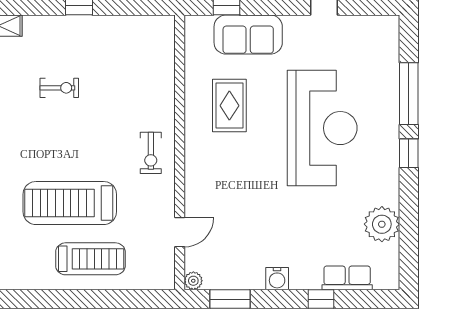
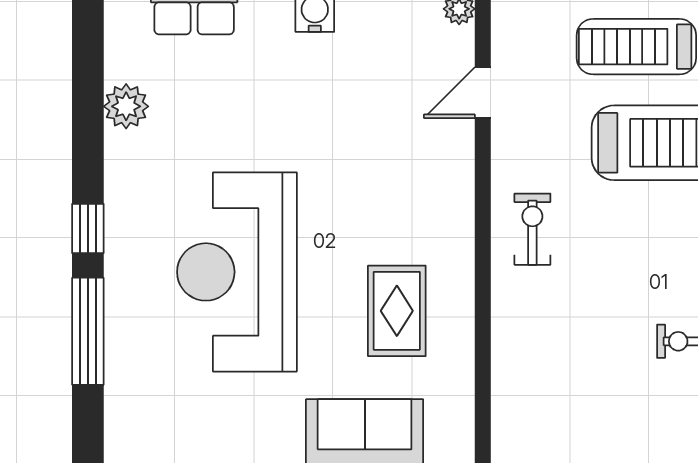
plant: (382, 224) -> (126, 106), width x0.73, depth x0.73

